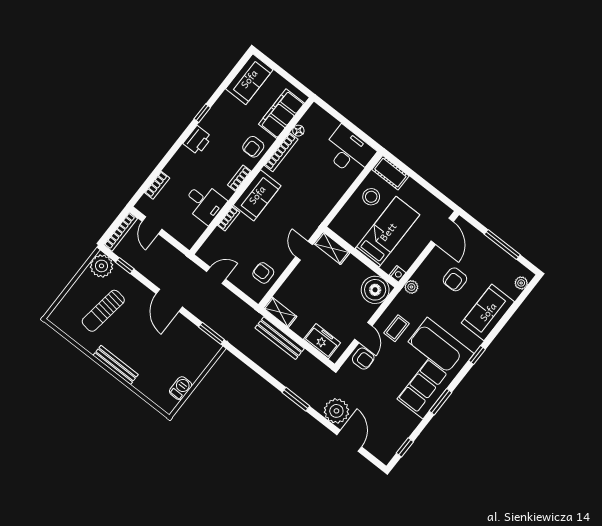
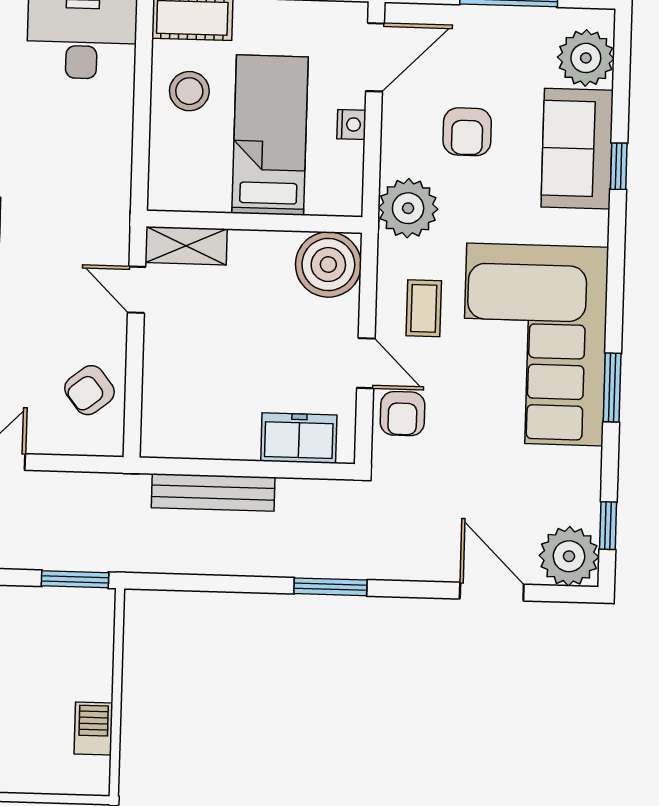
door: (442, 231) -> (375, 57), hinge flipped
armchair: (263, 273) -> (89, 390), turned -38
nightstand: (398, 274) -> (351, 124), moved
plant: (521, 283) -> (586, 58), width x1.88, depth x1.88
plant: (411, 287) -> (408, 208), width x1.88, depth x1.88
shelving: (280, 312) -> (177, 442), removed
window: (477, 355) -> (619, 166), moved
armchair: (363, 359) -> (402, 414), turned 91
plant: (336, 411) -> (569, 556), moved

